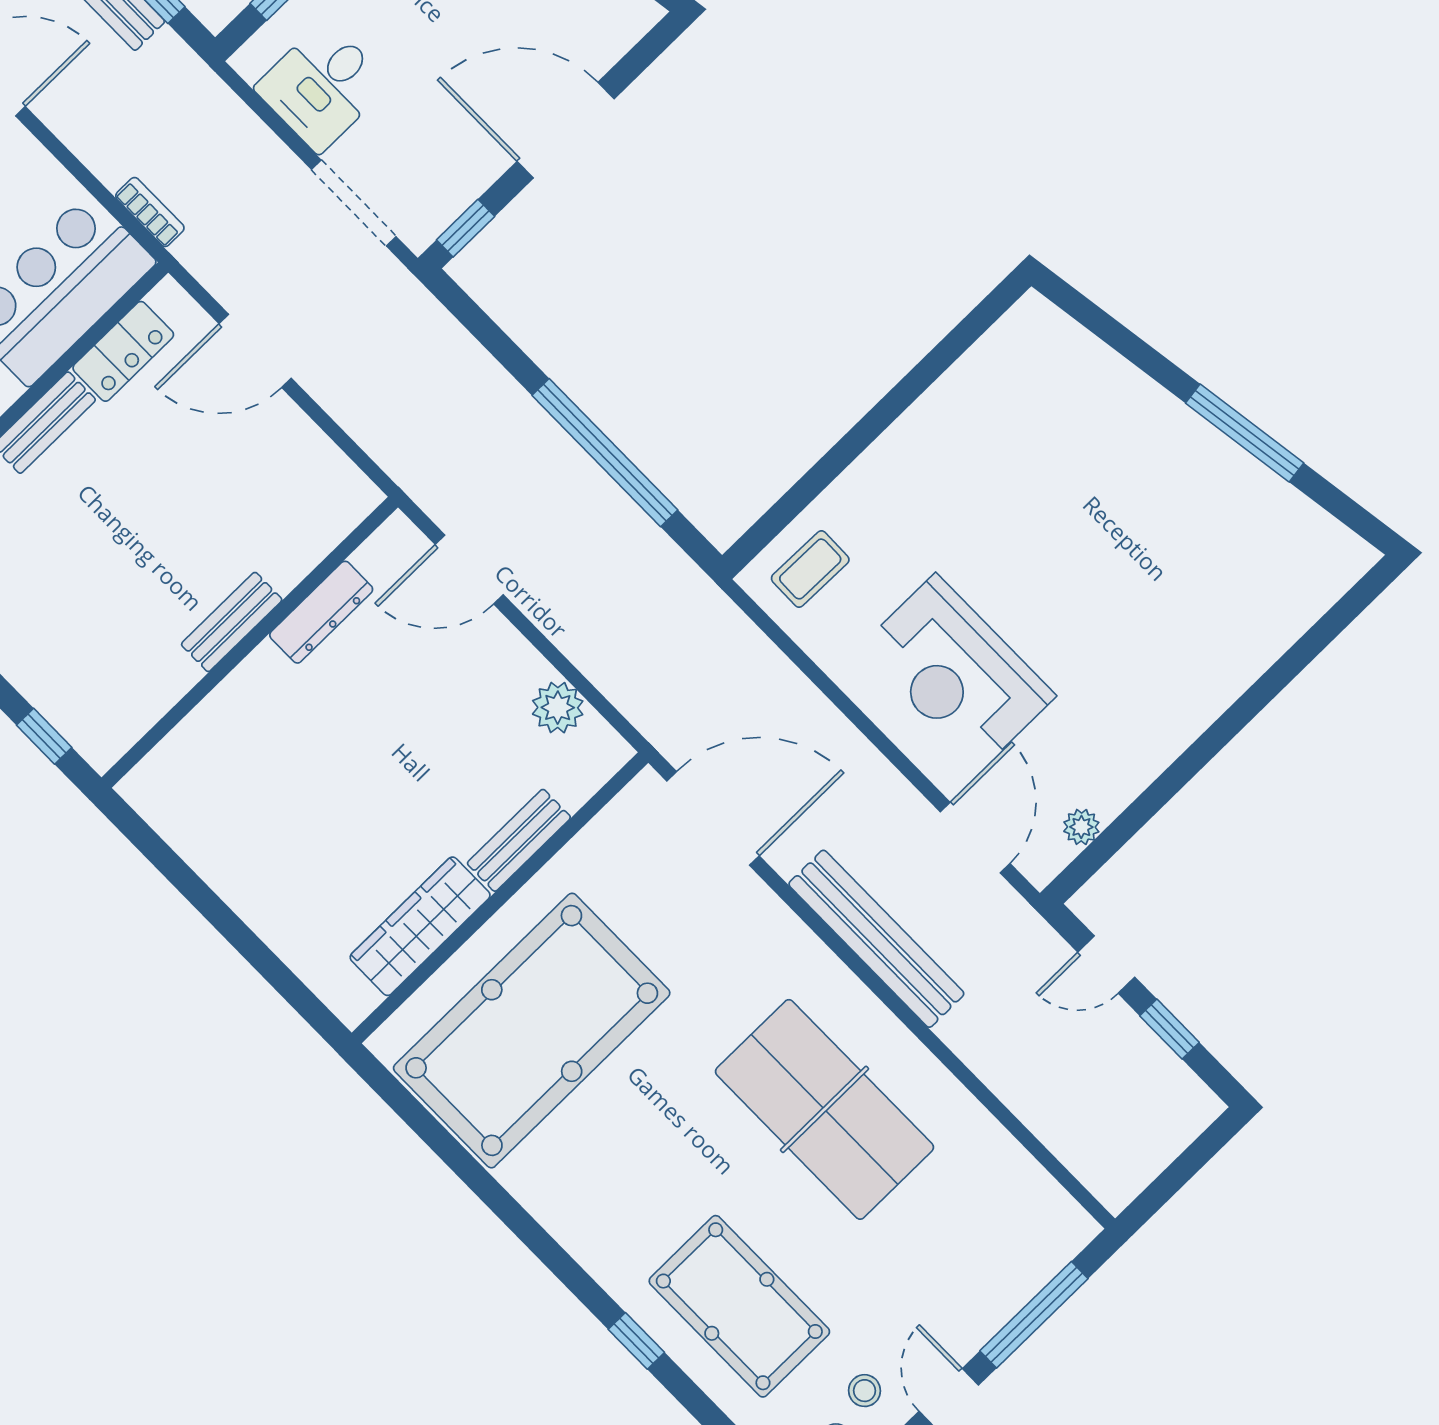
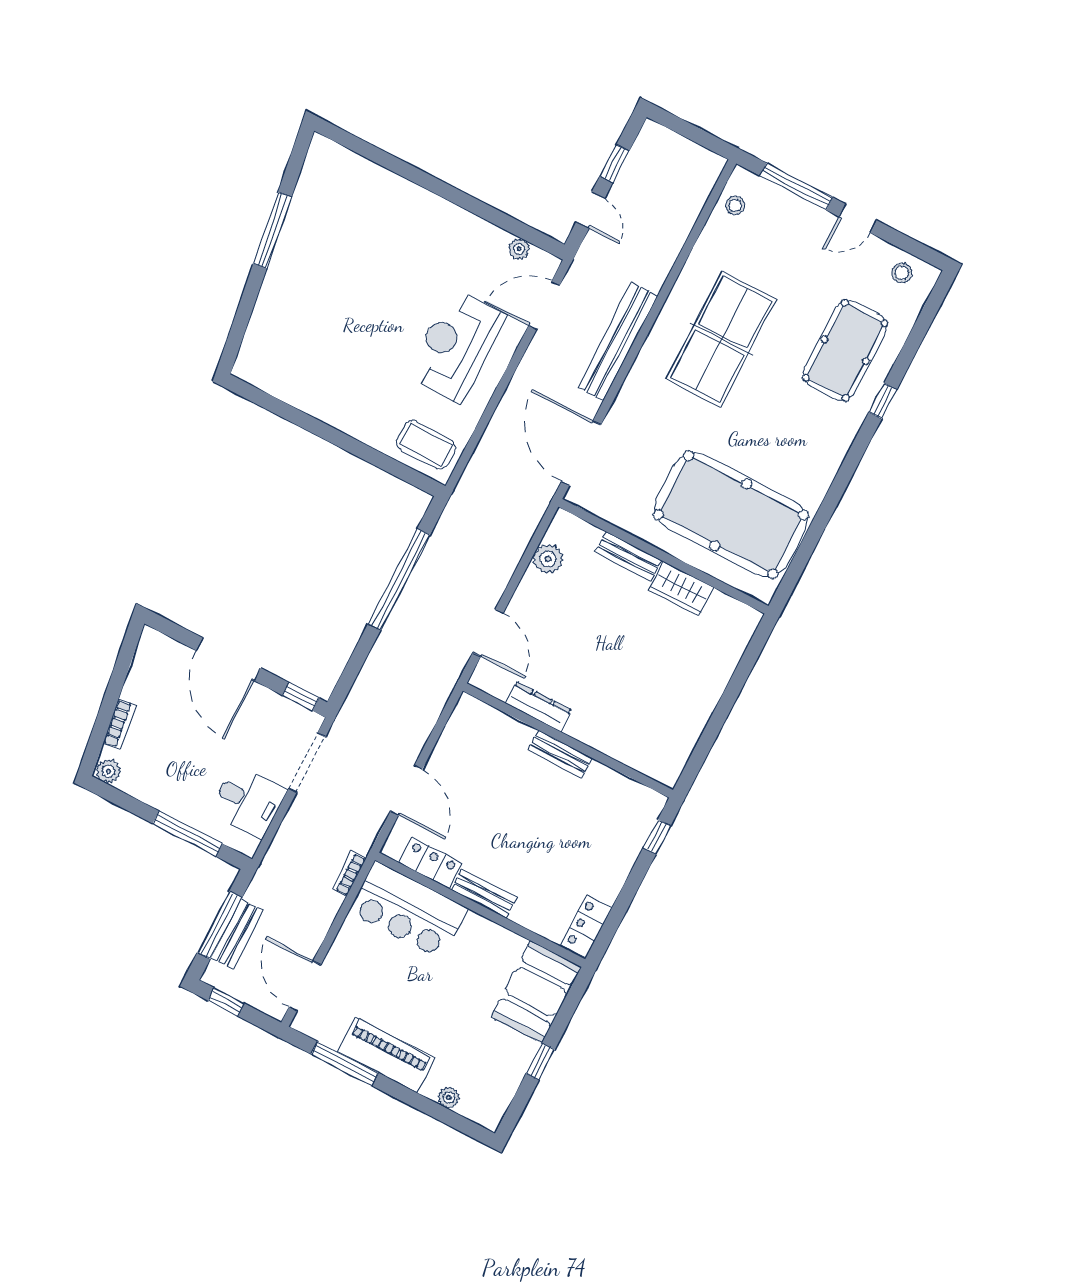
coffee table: (810, 569) -> (426, 445), width x1.36, depth x1.30
reception desk: (957, 672) -> (456, 345), turned 180
wardrobe: (420, 926) -> (681, 589), width x0.67
stool: (865, 1391) -> (735, 205), moved

